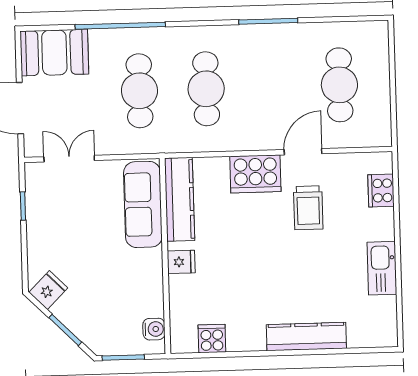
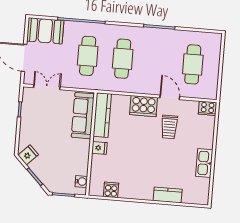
door: (303, 152) -> (170, 97), hinge flipped
cooker: (381, 191) -> (208, 108), moved, turned -90
kitchen counter: (306, 337) -> (168, 195), width x0.67

